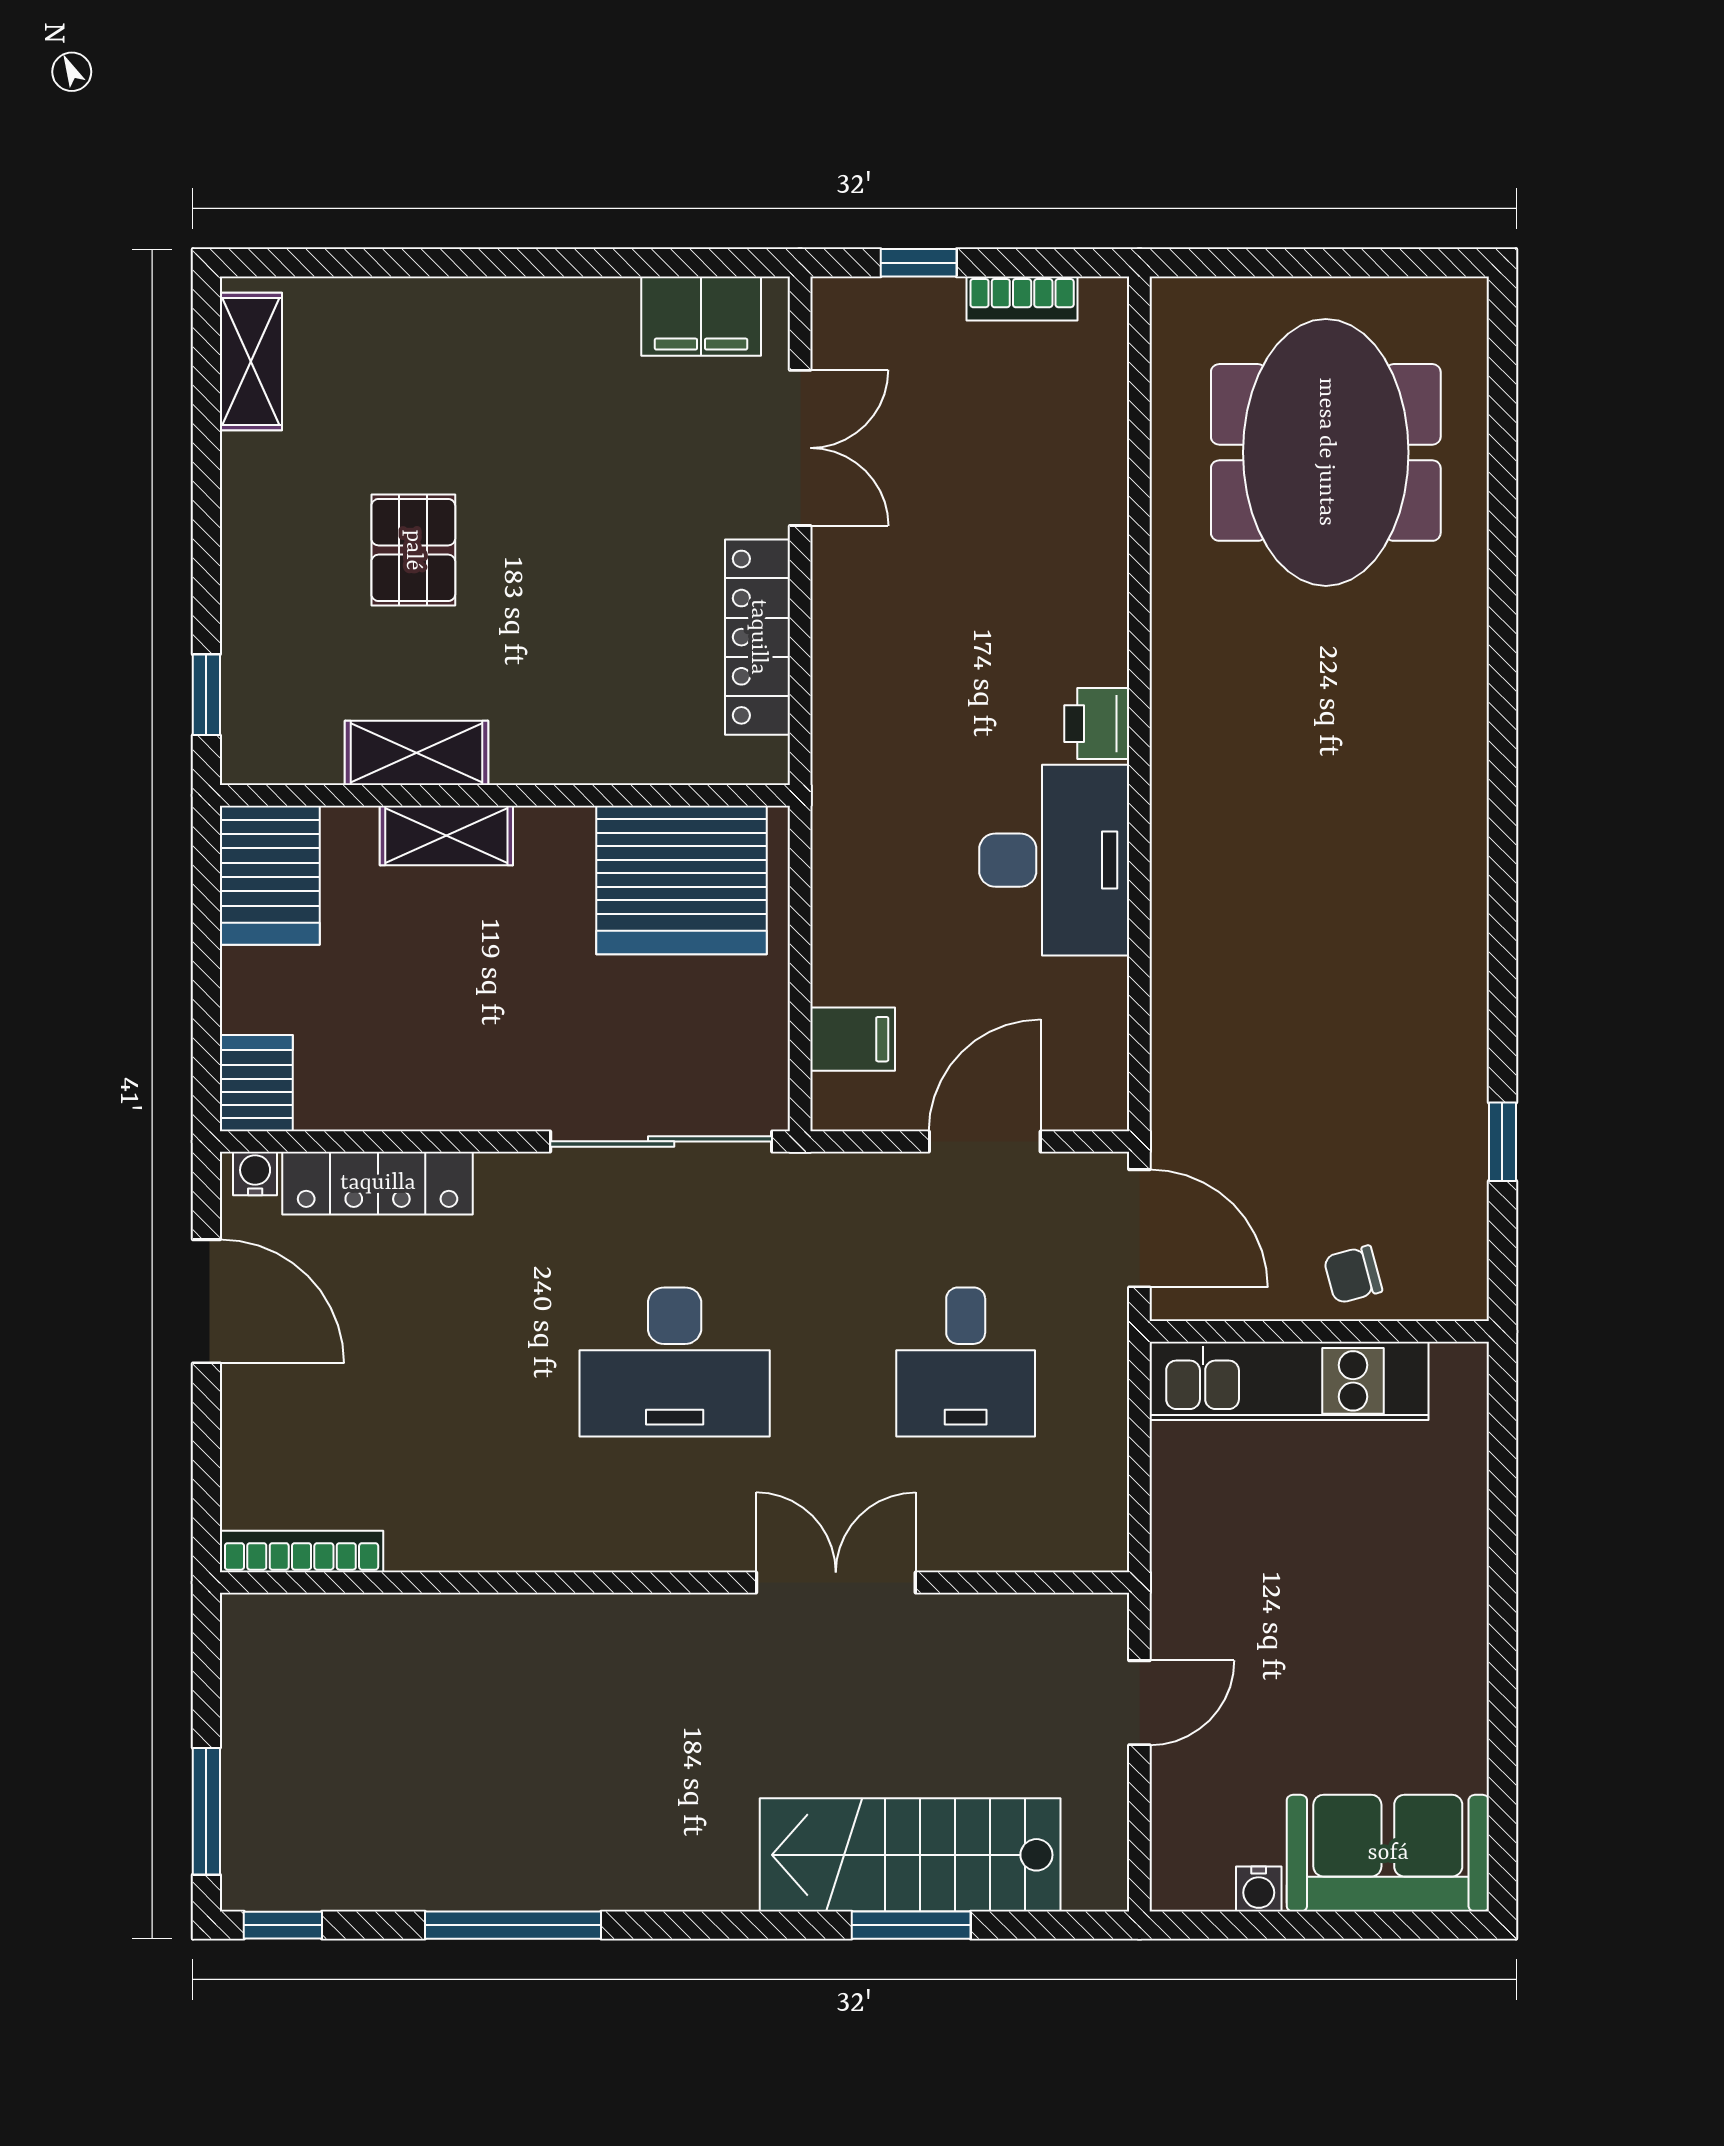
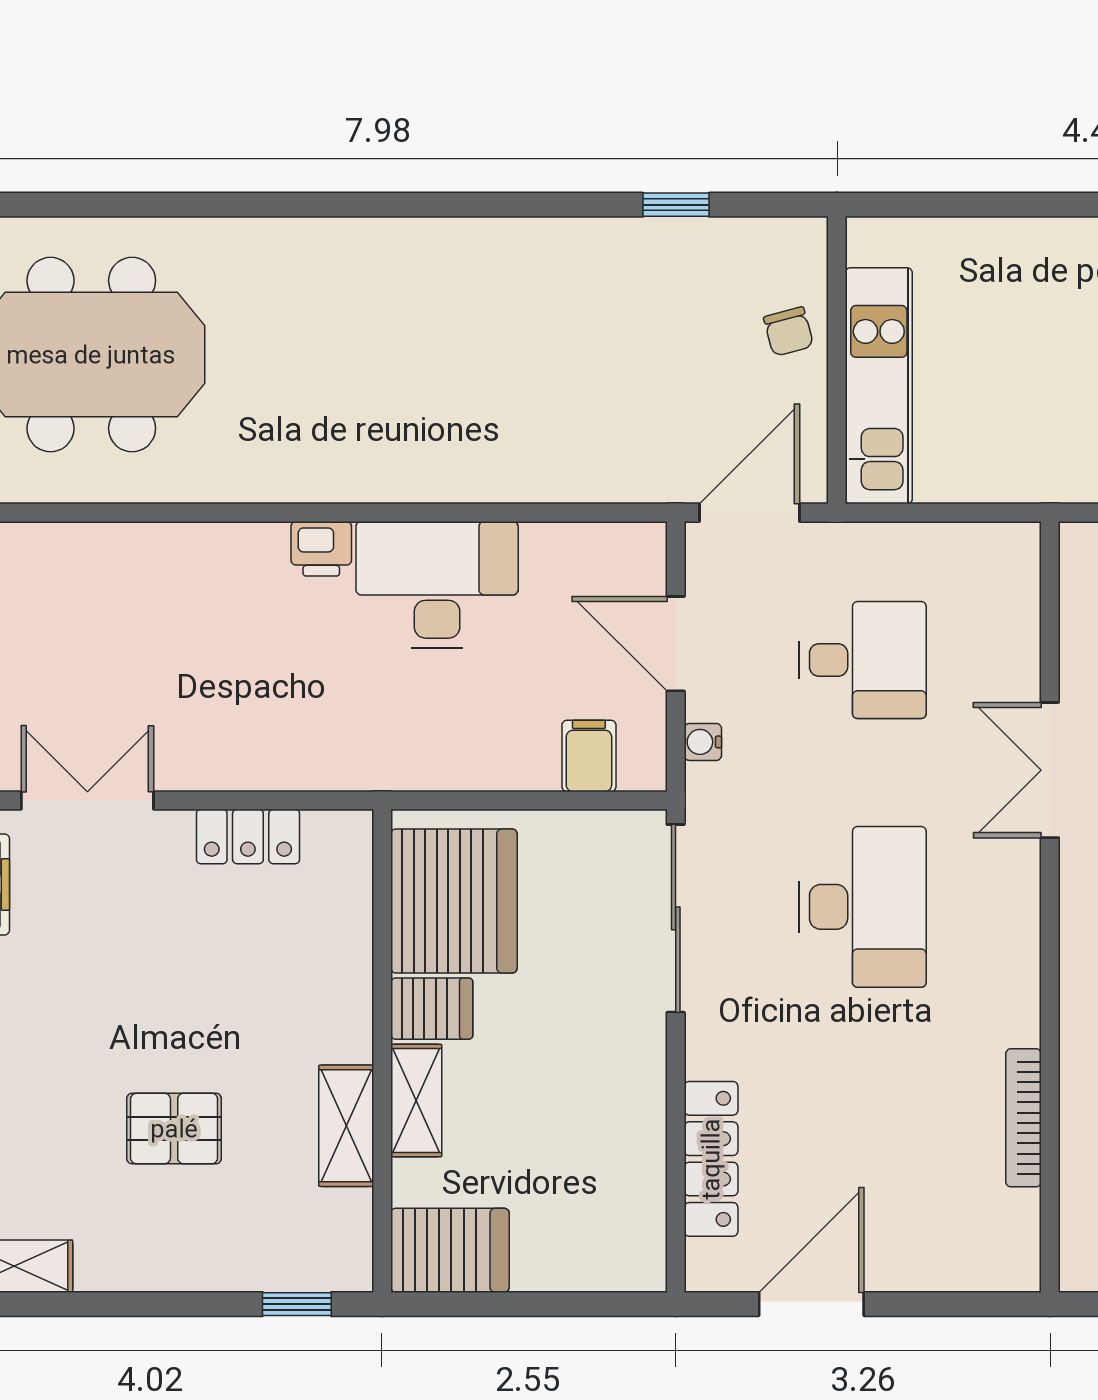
locker: (758, 637) -> (248, 836), width x0.66
server rack: (256, 1083) -> (432, 1009), moved, turned 180
water cooler: (255, 1174) -> (703, 742), moved
bookcase: (302, 1551) -> (1023, 1118), moved

